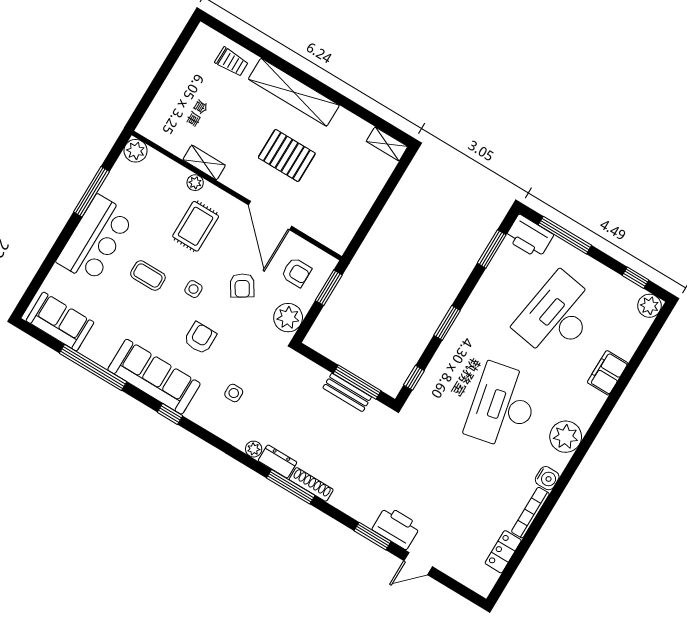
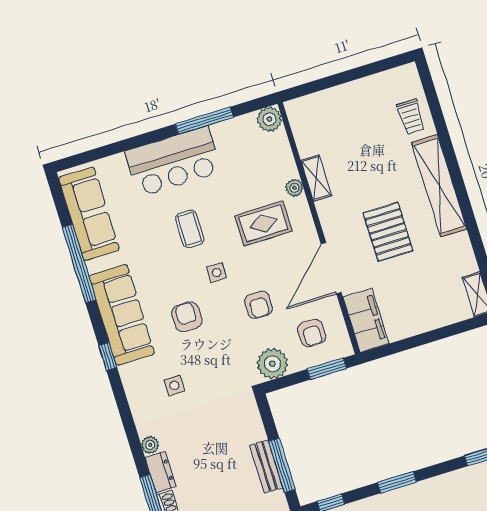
filing cabinet: (326, 230) -> (366, 320), added
armchair: (242, 286) -> (258, 305), turned -58
sofa: (60, 322) -> (89, 214), width x1.36
armchair: (200, 338) -> (187, 317), turned -90

